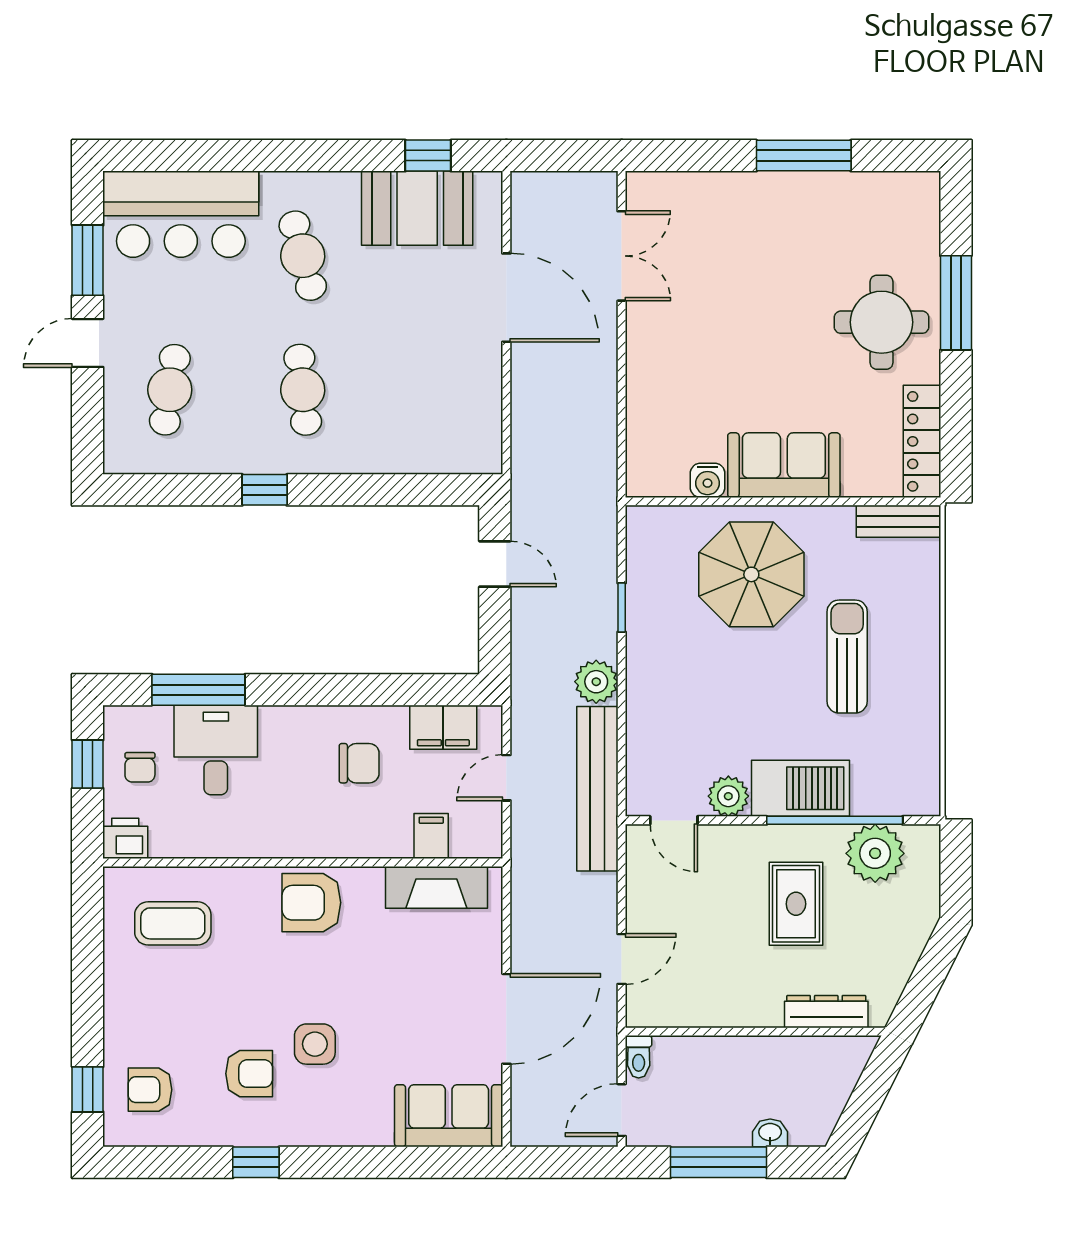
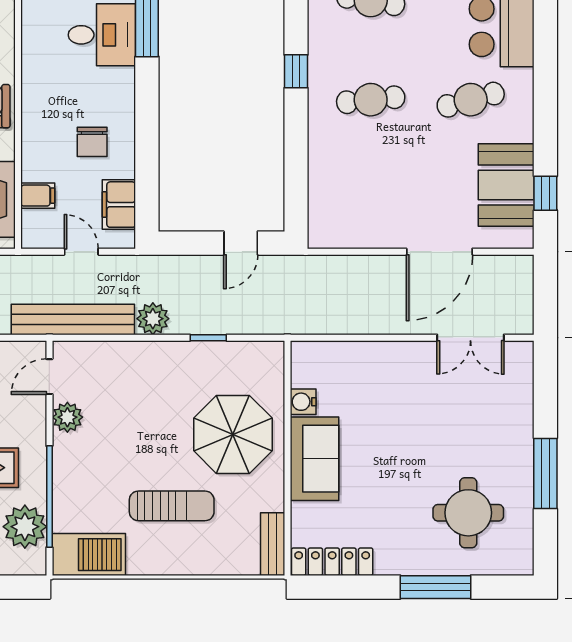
round table: (881, 322) -> (468, 513), moved
barbecue: (801, 788) -> (89, 555), moved, turned -90

